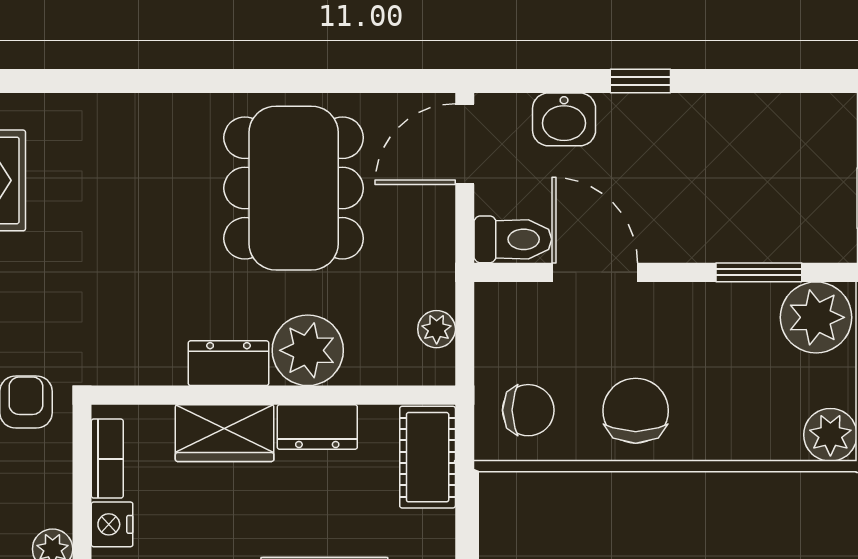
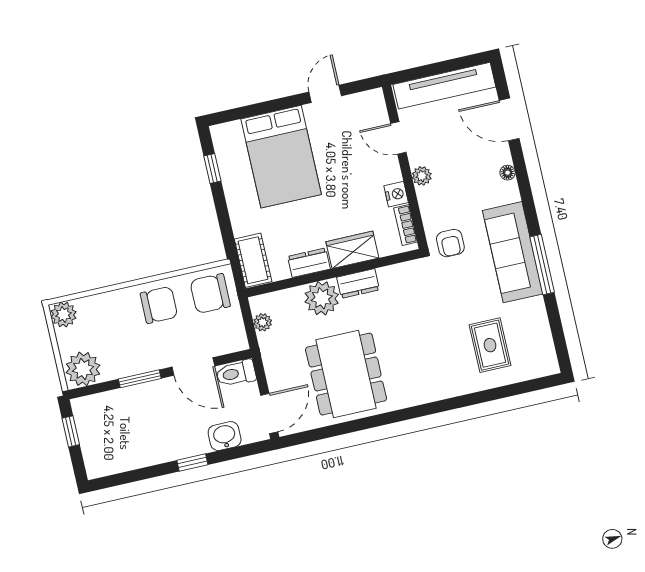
window: (759, 272) -> (140, 379), moved
chair: (528, 410) -> (210, 294), width x1.37, depth x1.37
chair: (636, 411) -> (159, 305), turned -90

